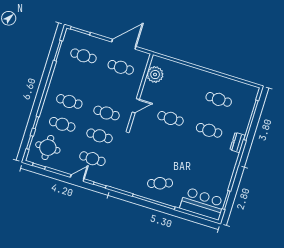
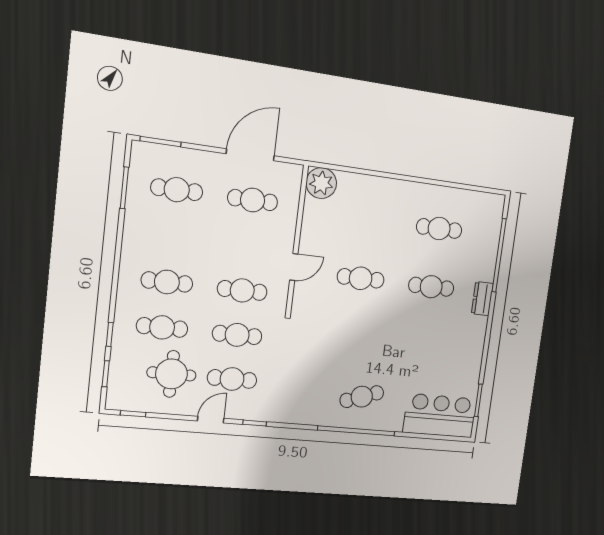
plant: (155, 75) -> (321, 183), moved
round table: (48, 147) -> (171, 374), moved

